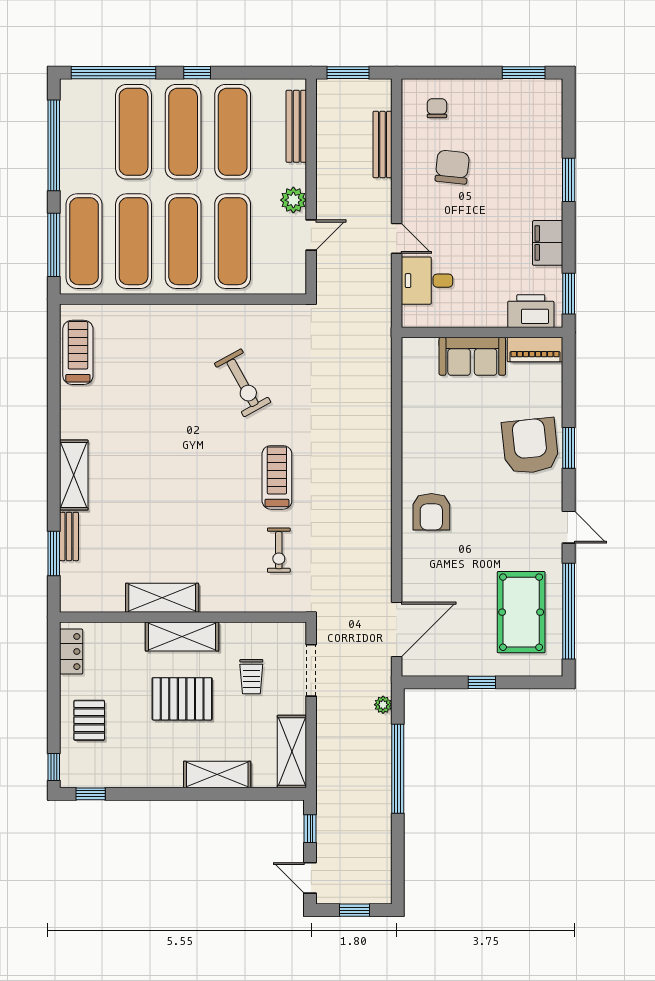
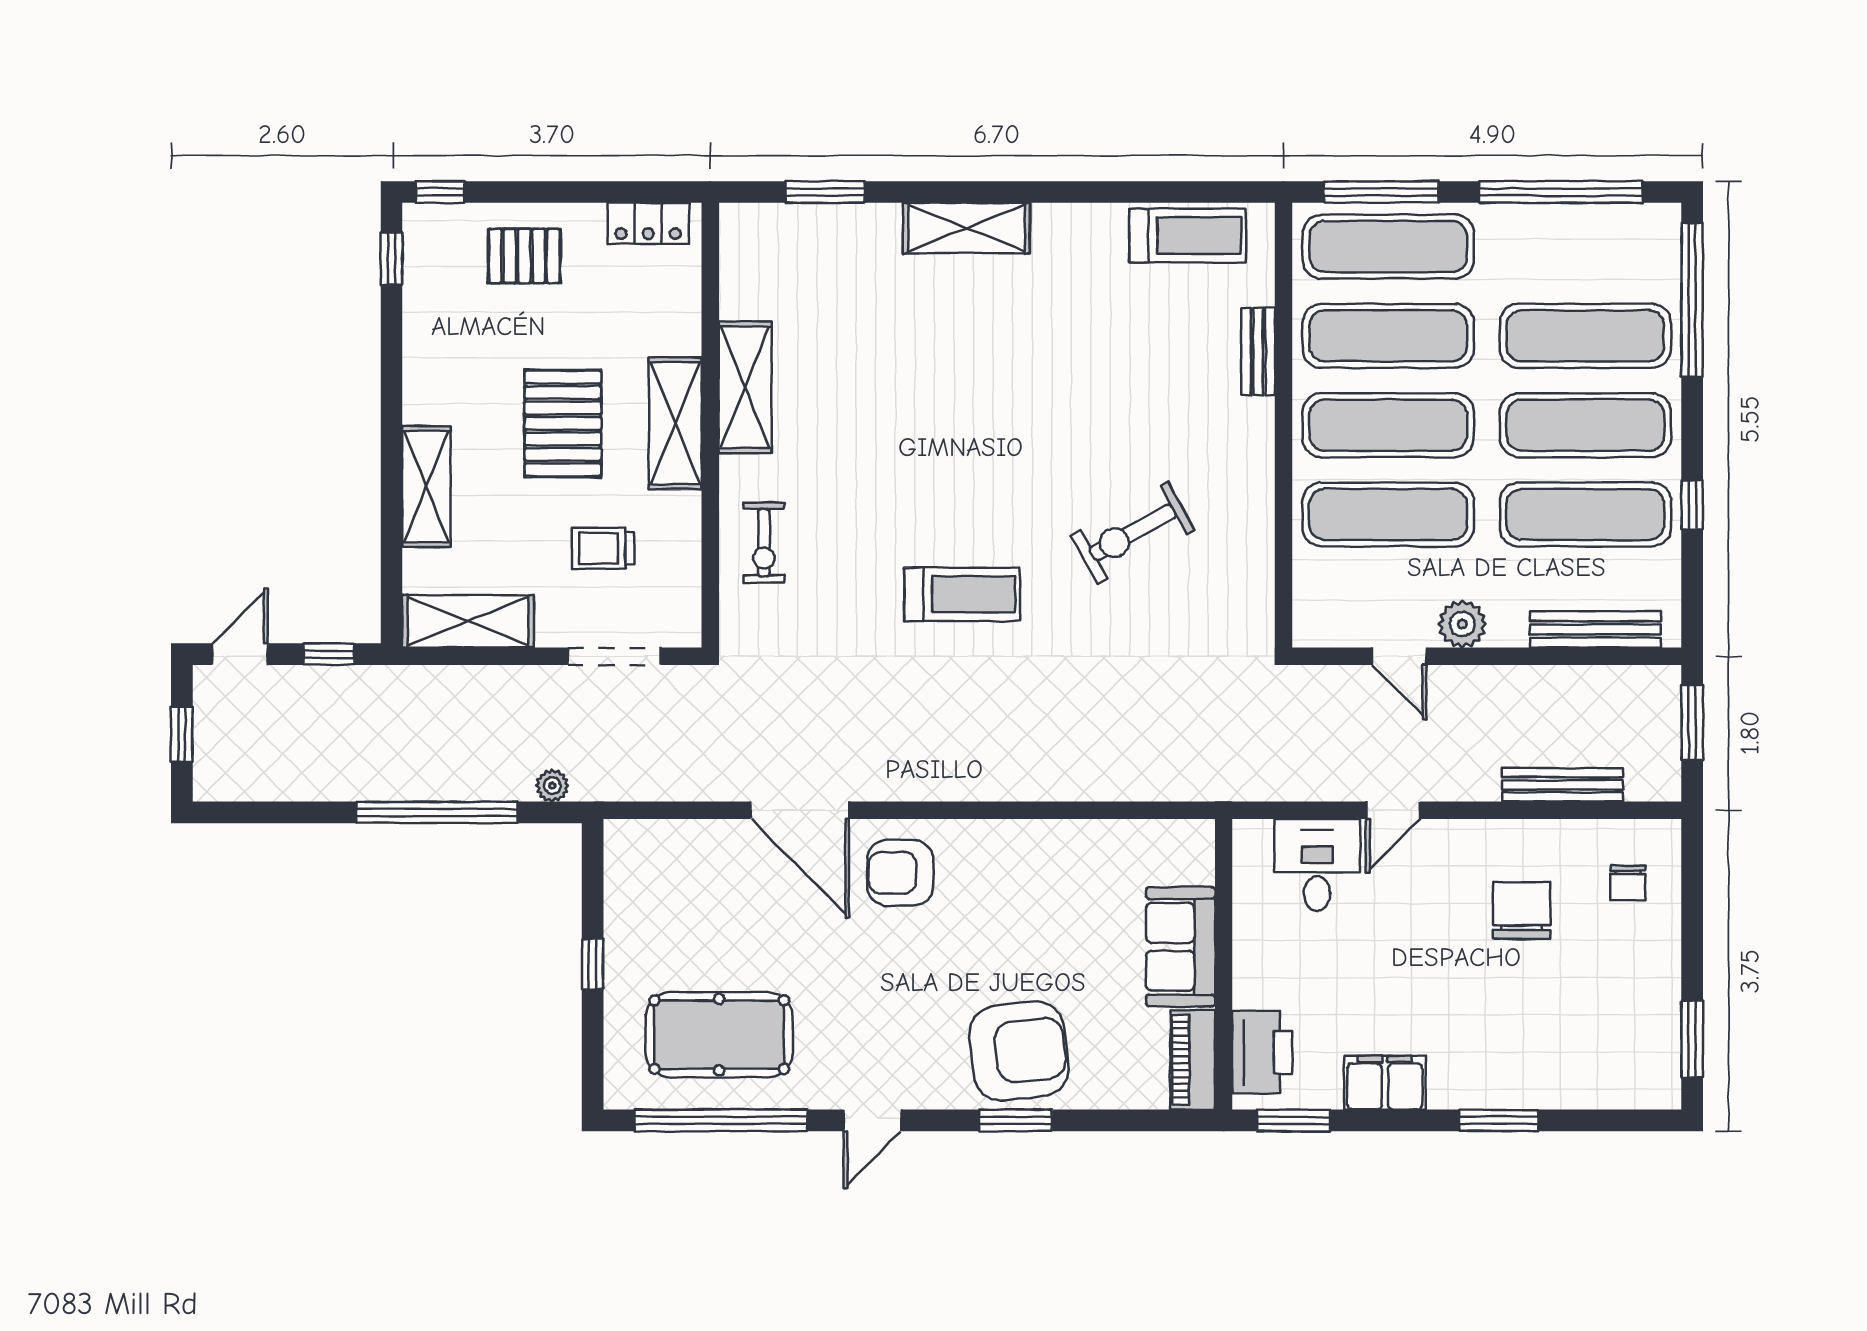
window: (197, 73) -> (1692, 505), moved
chair: (437, 108) -> (1628, 883), turned 90
chair: (452, 167) -> (1522, 911), turned -96
bench: (69, 536) -> (1258, 351), moved, turned 90
exercise bike: (279, 550) -> (764, 543), moved, turned -90
door: (397, 629) -> (800, 810), moved

